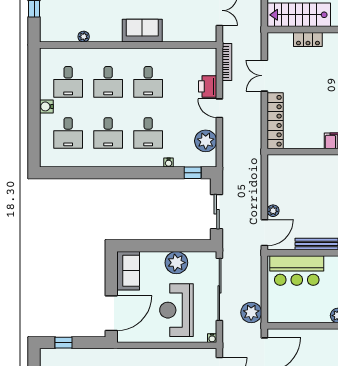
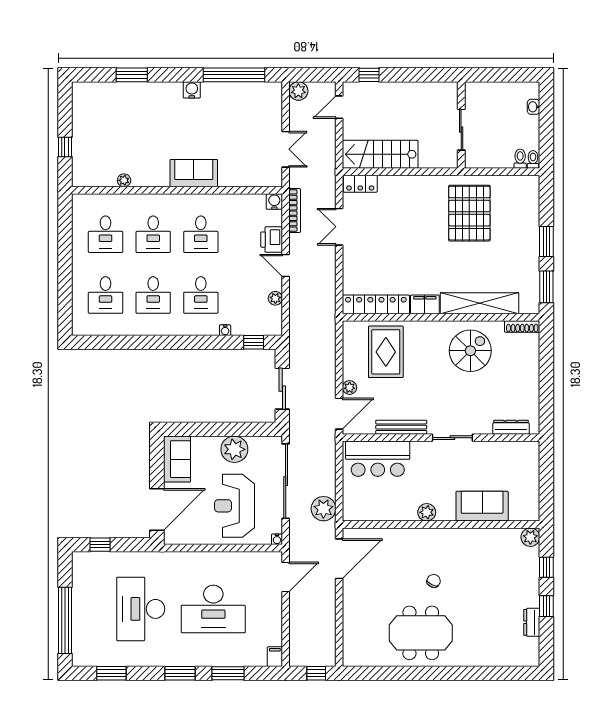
locker: (308, 40) -> (360, 184), moved
water cooler: (46, 106) -> (274, 202), moved, turned 90
locker: (275, 121) -> (376, 304), moved, turned -90
plant: (206, 141) -> (275, 298), width x0.53, depth x0.53
rug: (304, 181) -> (386, 352), added

